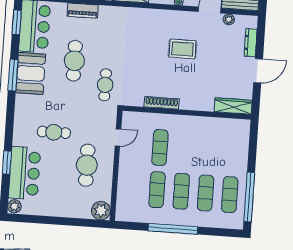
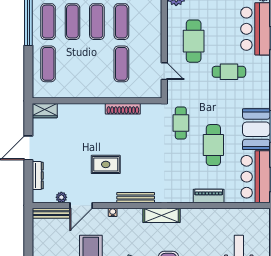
bench: (155, 14) -> (136, 198), added
wardrobe: (233, 106) -> (45, 111), width x0.67
door: (118, 137) -> (164, 71), swing flipped
exercise mat: (233, 153) -> (48, 64), added

